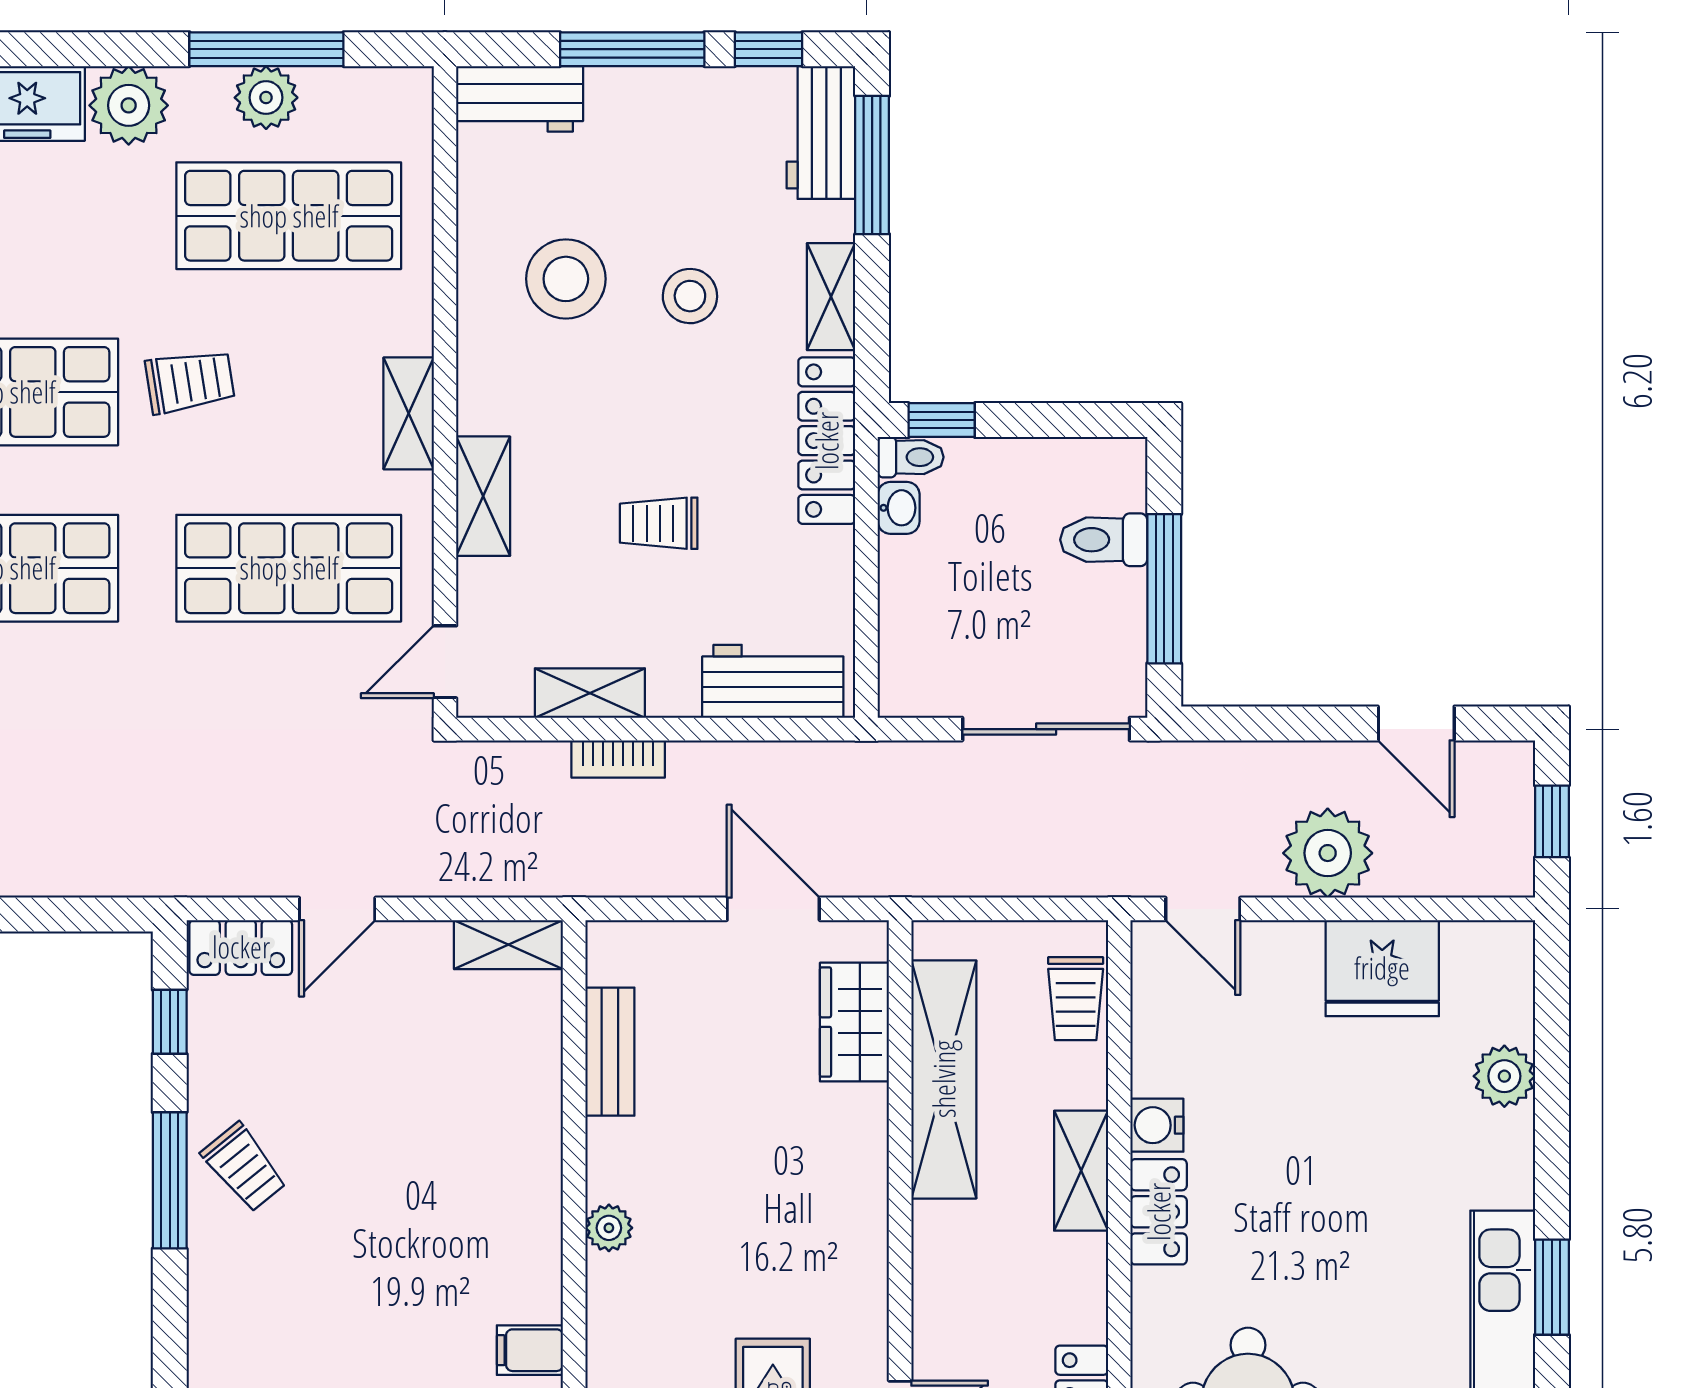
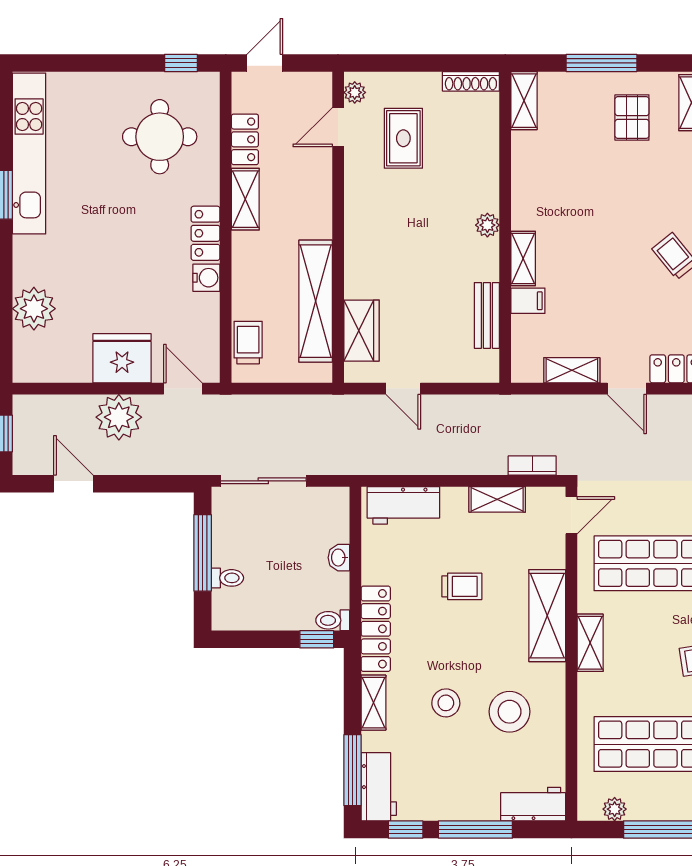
plant: (266, 98) -> (615, 809), moved, width x0.73, depth x0.73
shelving: (483, 496) -> (547, 616), width x1.50, depth x1.33
washbasin: (899, 508) -> (339, 558), moved
toilet: (1104, 540) -> (227, 578), width x0.73, depth x0.72
bookcase: (618, 759) -> (532, 465), moved
door: (337, 909) -> (627, 389), swing flipped
door: (773, 909) -> (403, 389), width x0.73
shelving: (508, 945) -> (572, 370), moved
fridge: (1382, 968) -> (122, 358), moved
plant: (1504, 1076) -> (34, 309), width x1.36, depth x1.36
shelving: (539, 1163) -> (523, 259), added
shelving: (1081, 1171) -> (245, 199), moved
filing cabinet: (530, 1350) -> (528, 301), moved

